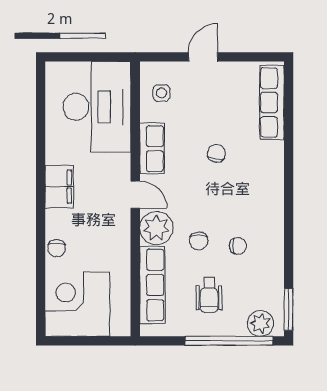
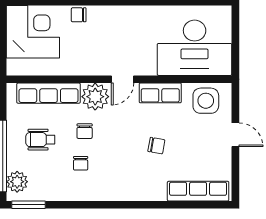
side table: (161, 93) -> (206, 101), width x1.87, depth x1.87
filing cabinet: (59, 187) -> (129, 17), removed
chair: (199, 241) -> (85, 131), turned -90

